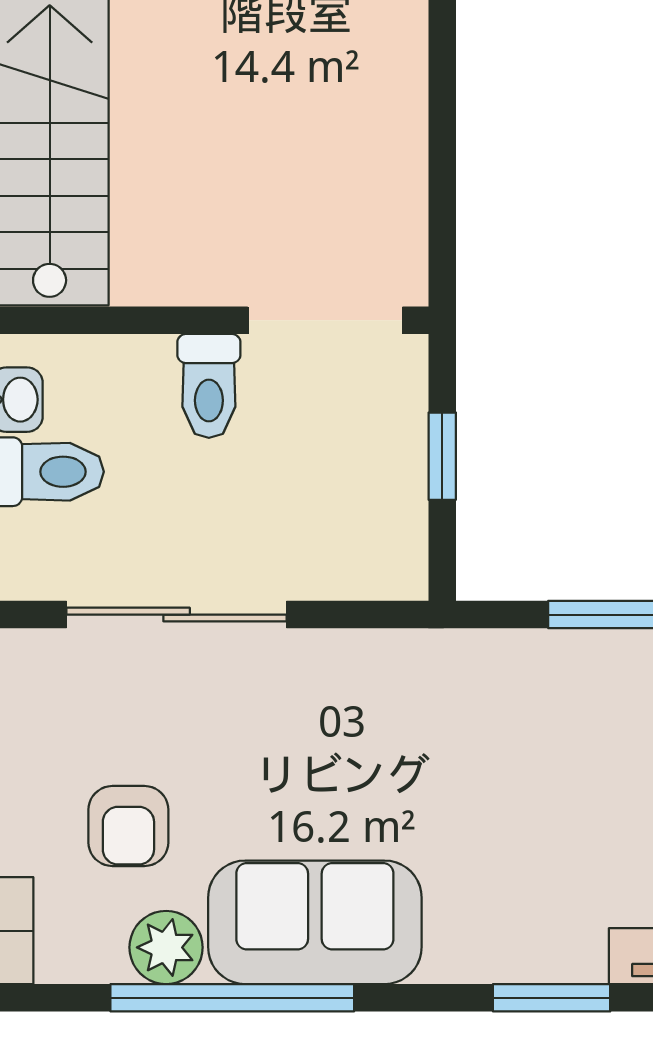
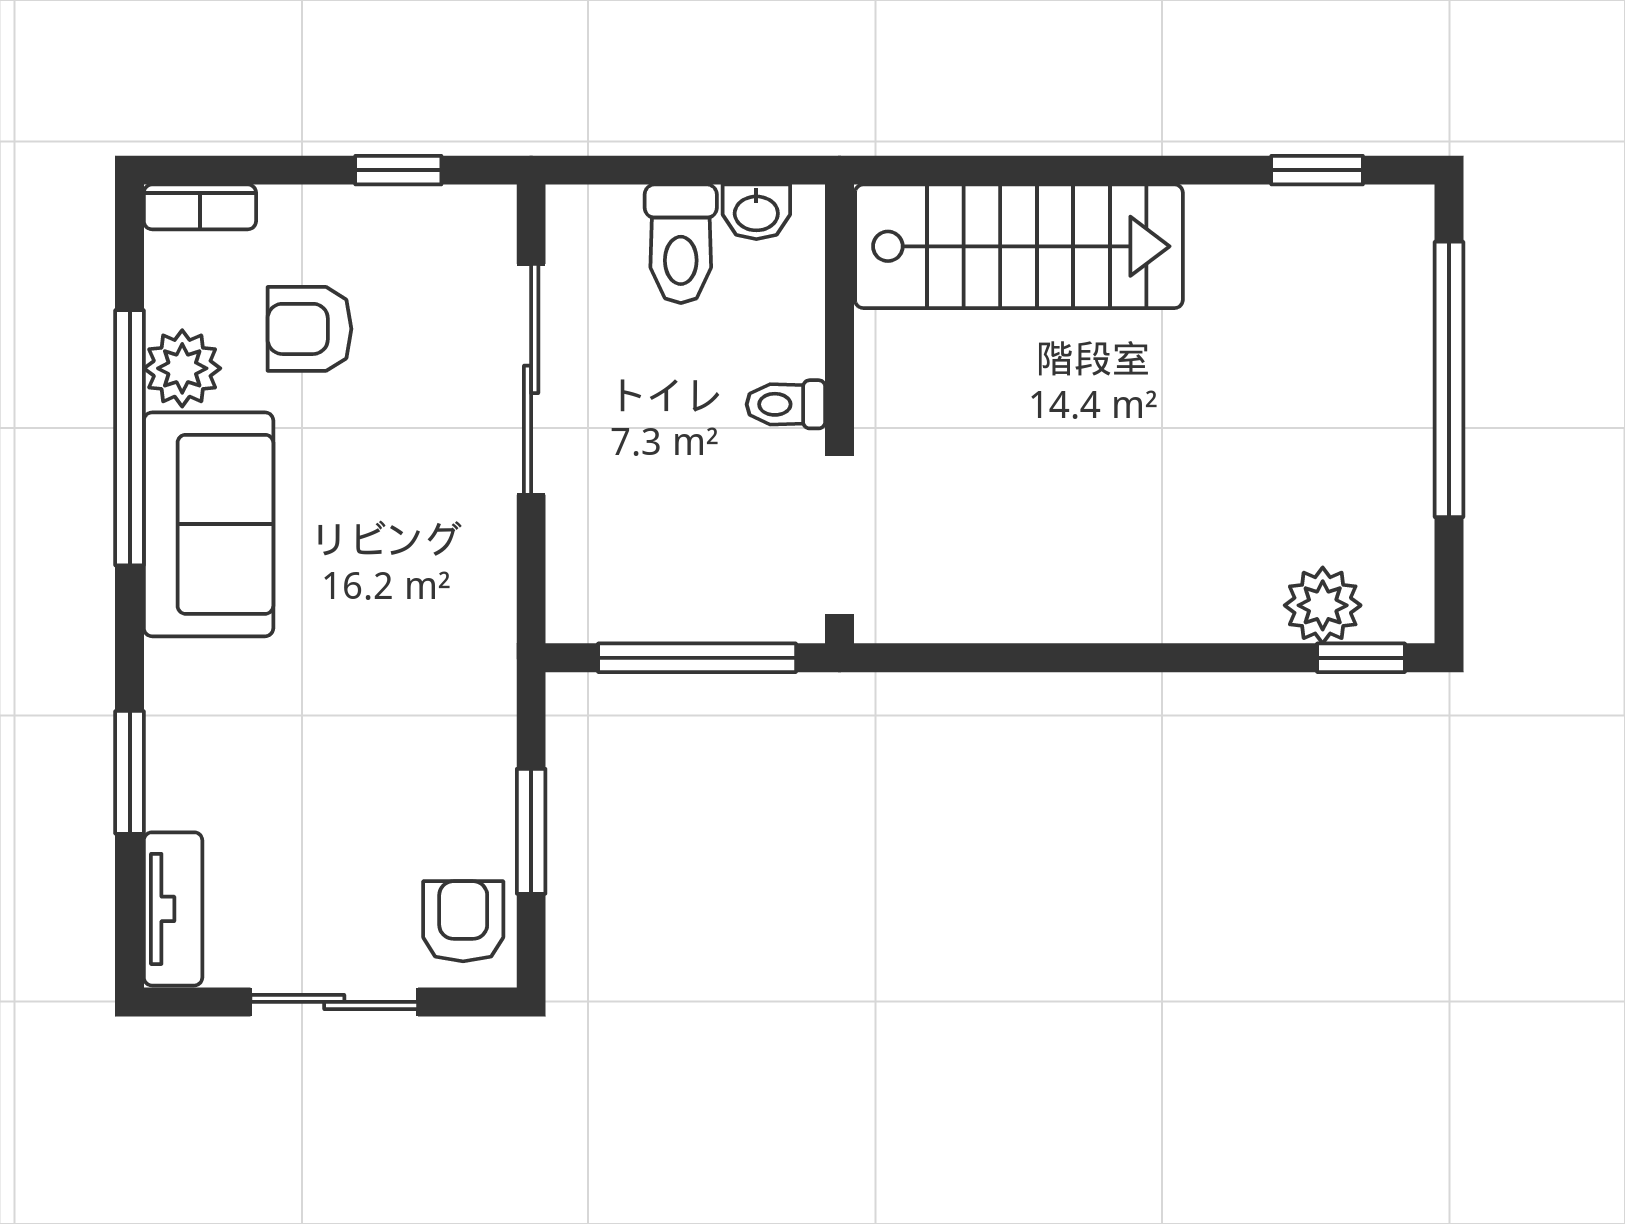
toilet: (209, 386) -> (786, 404), width x0.73, depth x0.72
window: (442, 456) -> (697, 658), width x2.17

